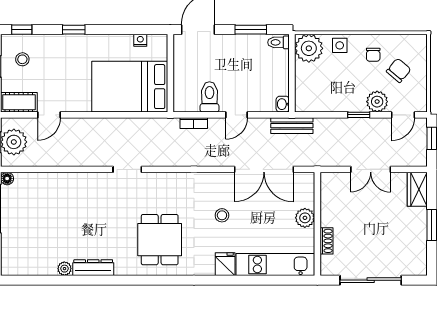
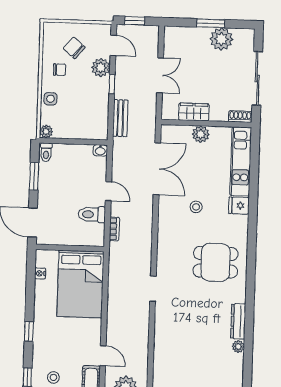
plant: (309, 48) -> (46, 132), width x0.53, depth x0.53
bench: (292, 126) -> (120, 118), moved
wardrobe: (417, 189) -> (194, 112), moved, turned 180
plant: (414, 238) -> (221, 39), added
shoe rack: (327, 241) -> (240, 117), moved

